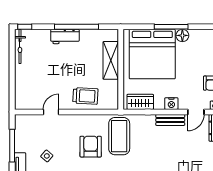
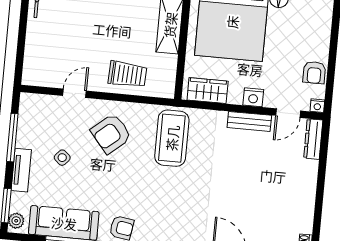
armchair: (91, 147) -> (111, 134), moved, turned -130

